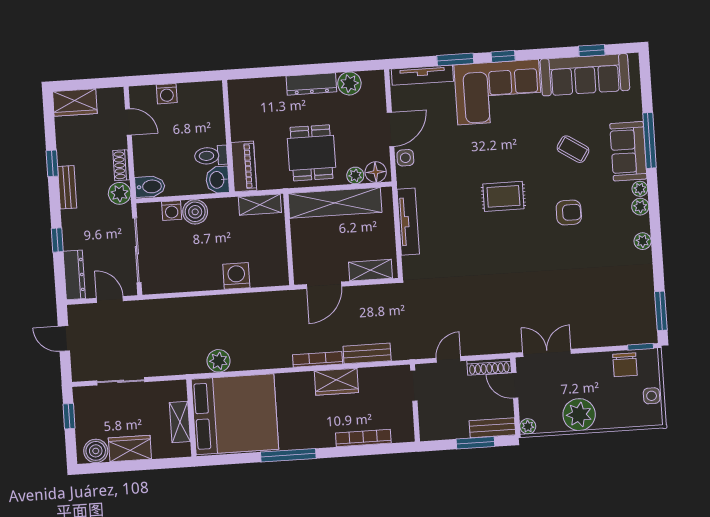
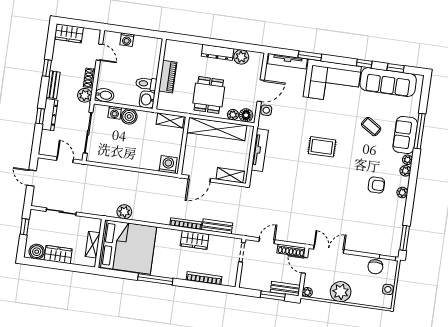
window: (503, 56) -> (364, 64), moved
piano: (244, 166) -> (168, 77), moved
armchair: (569, 213) -> (376, 185), moved
dresser: (74, 275) -> (50, 115), moved
washing machine: (236, 276) -> (168, 165), moved

